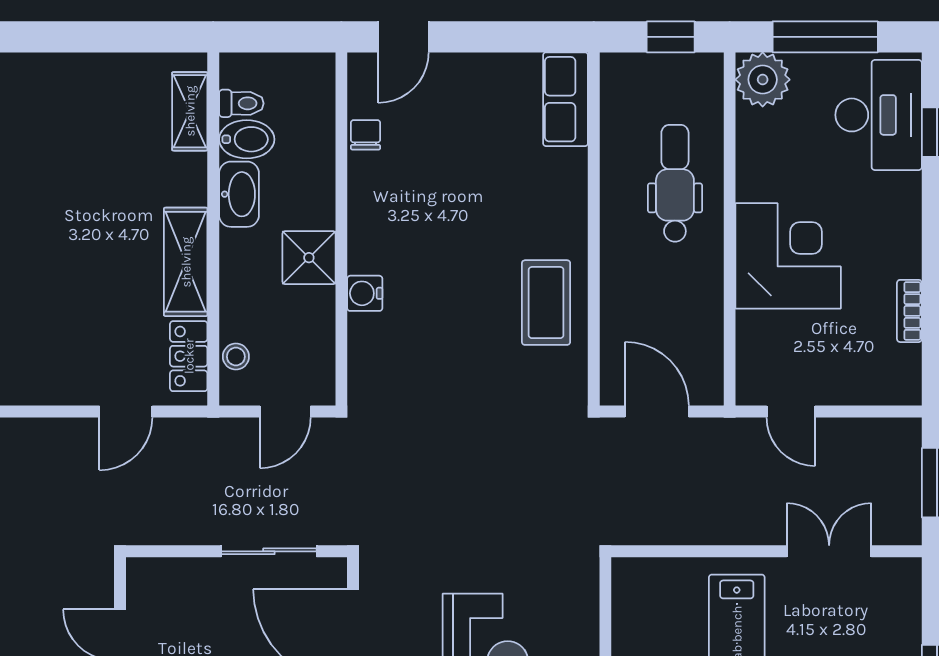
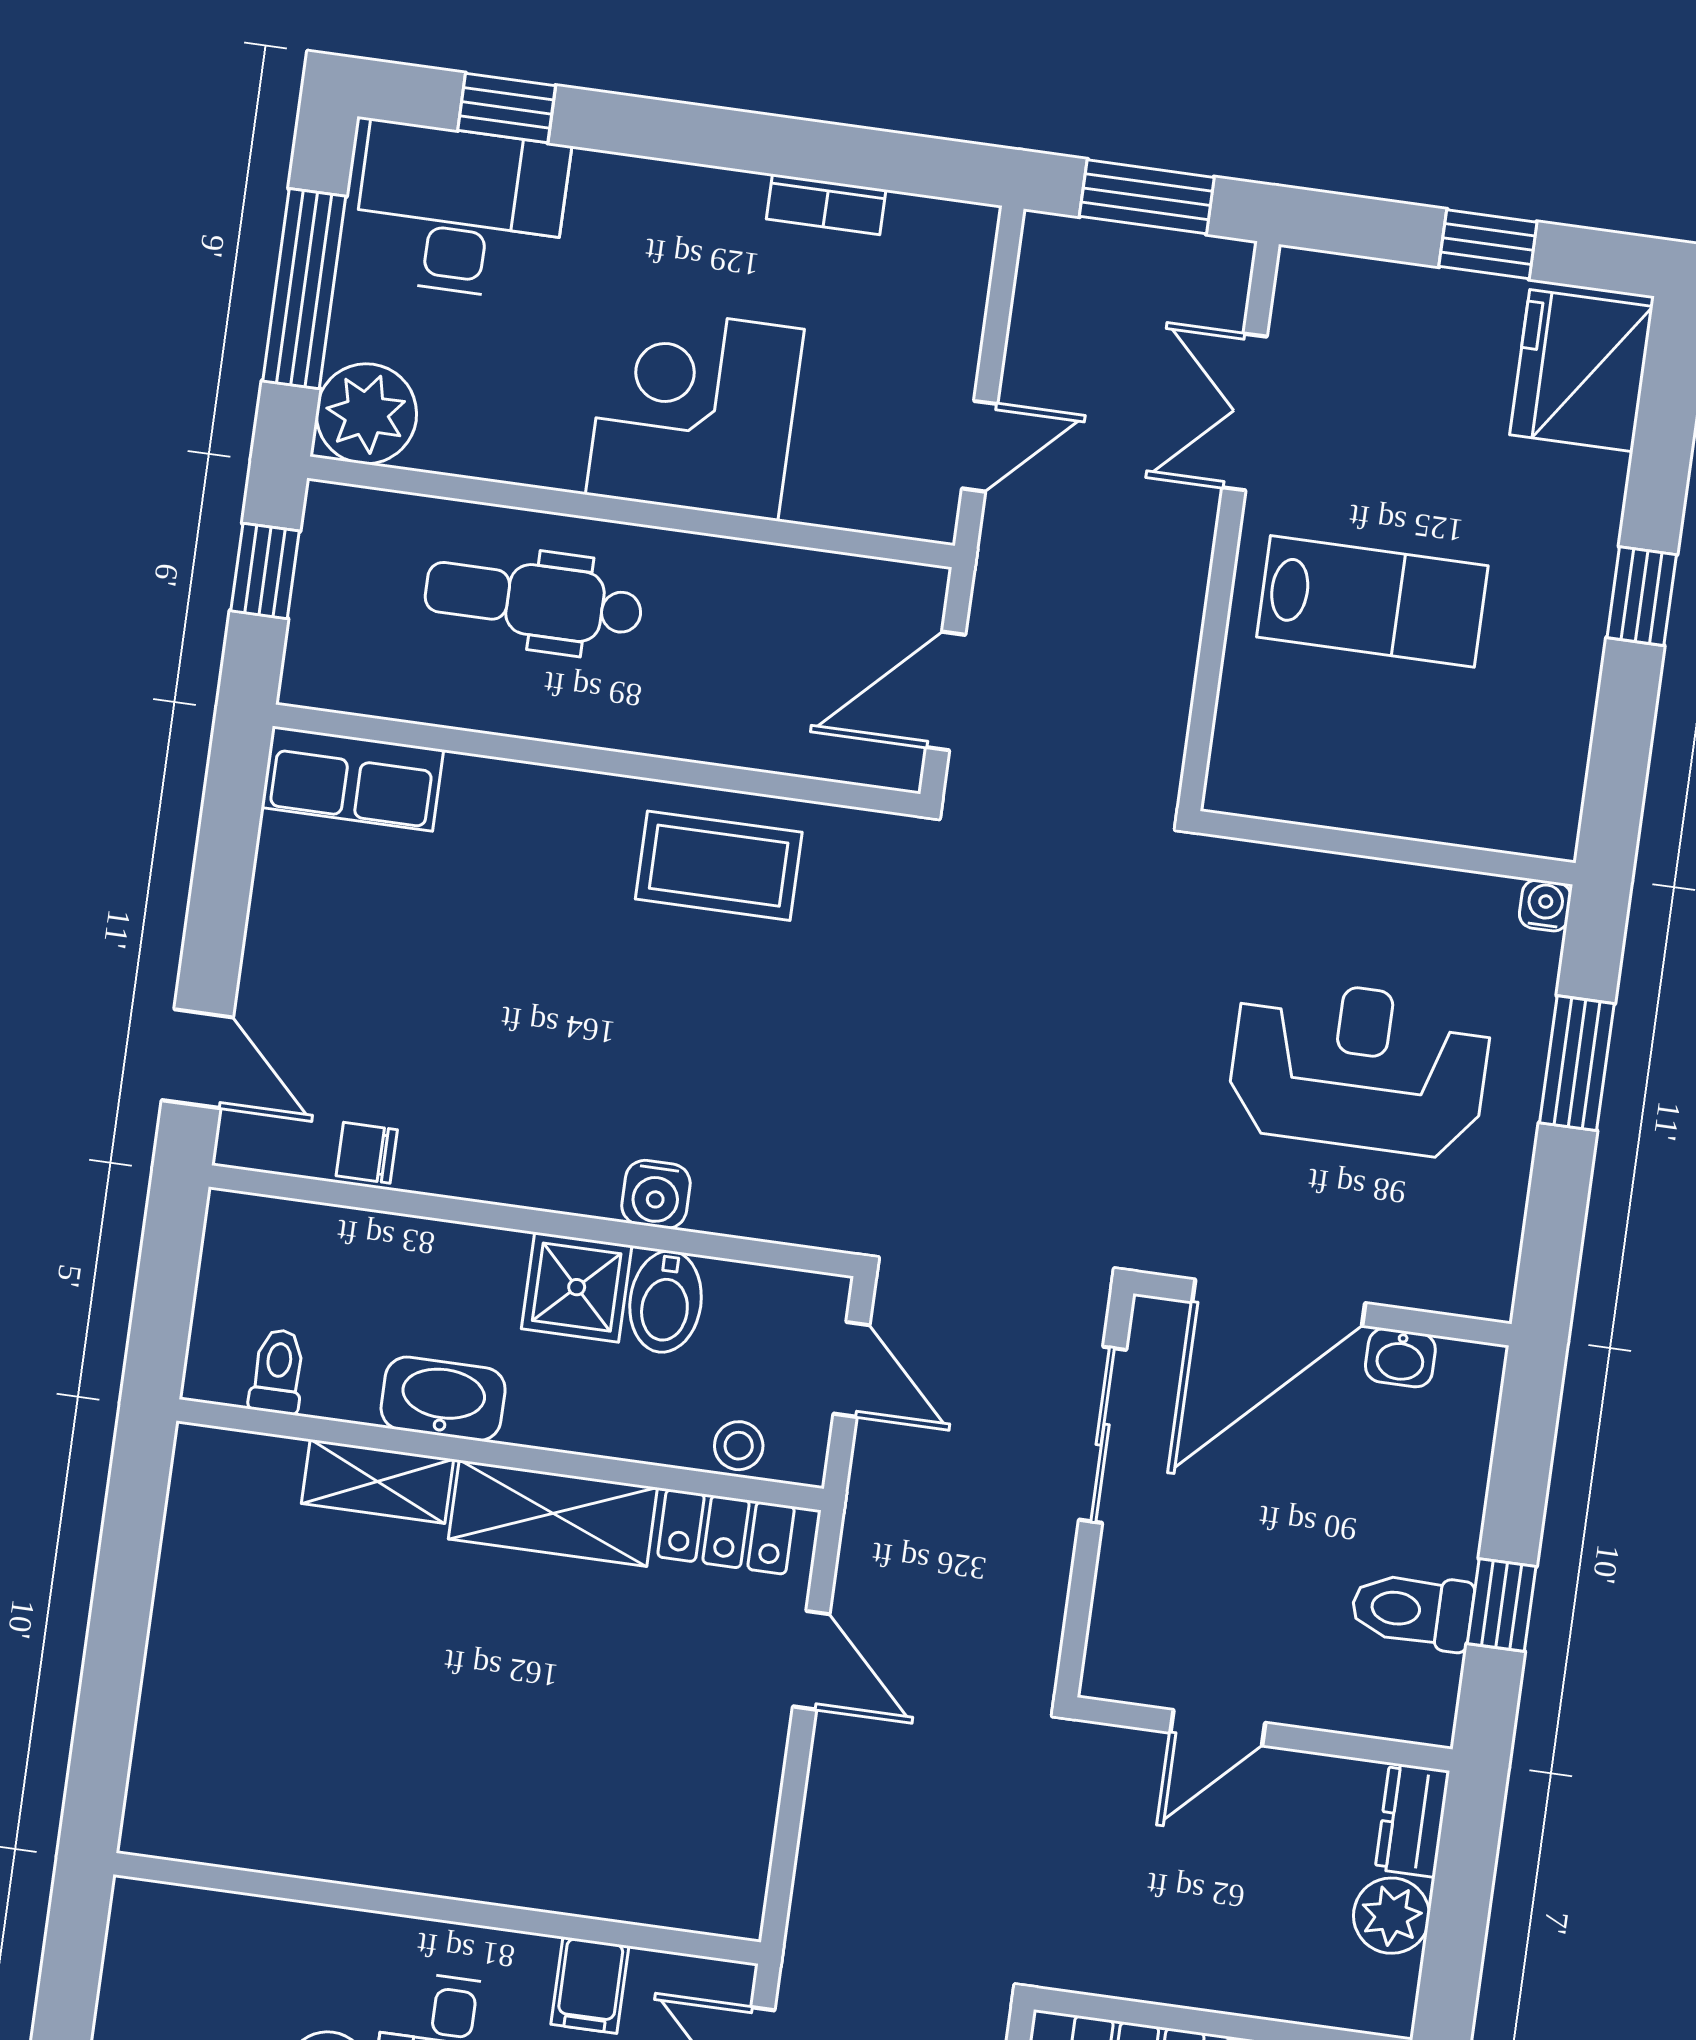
shelving: (190, 111) -> (378, 1481), moved
bidet: (247, 139) -> (666, 1302), moved, turned 180

